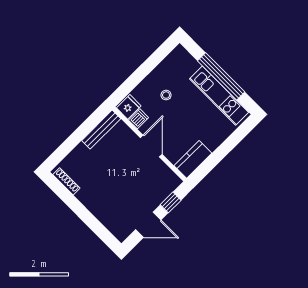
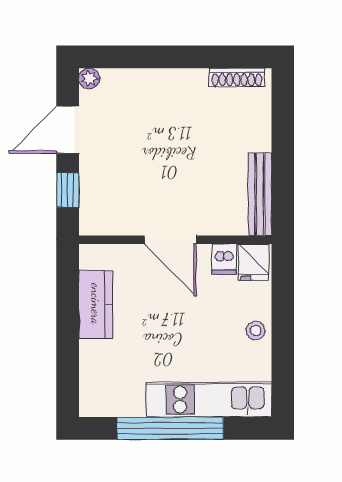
stool: (166, 95) -> (256, 331), moved
kitchen unit: (219, 96) -> (209, 400), moved
kitchen counter: (193, 159) -> (96, 304), moved
plant: (121, 236) -> (89, 78), added

